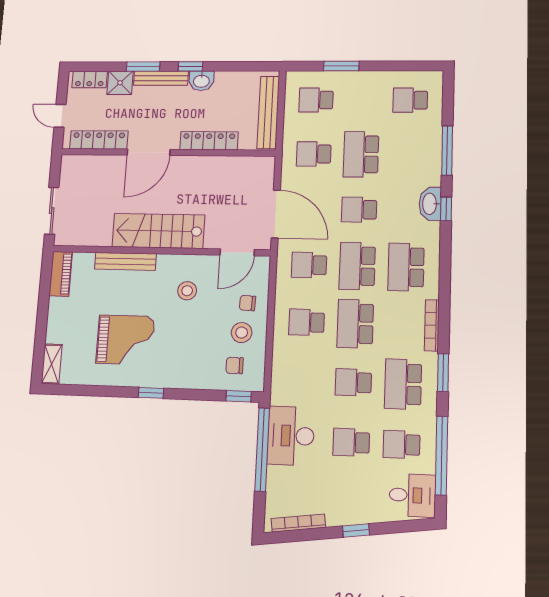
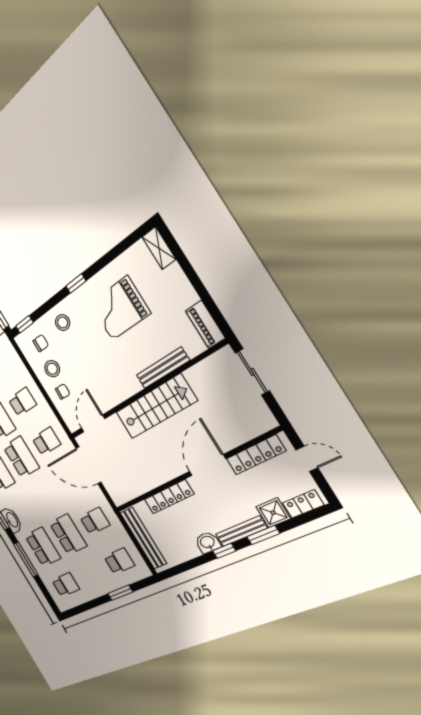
school desk: (359, 210) -> (43, 547), moved, width x1.85
stool: (187, 291) -> (63, 322), moved

